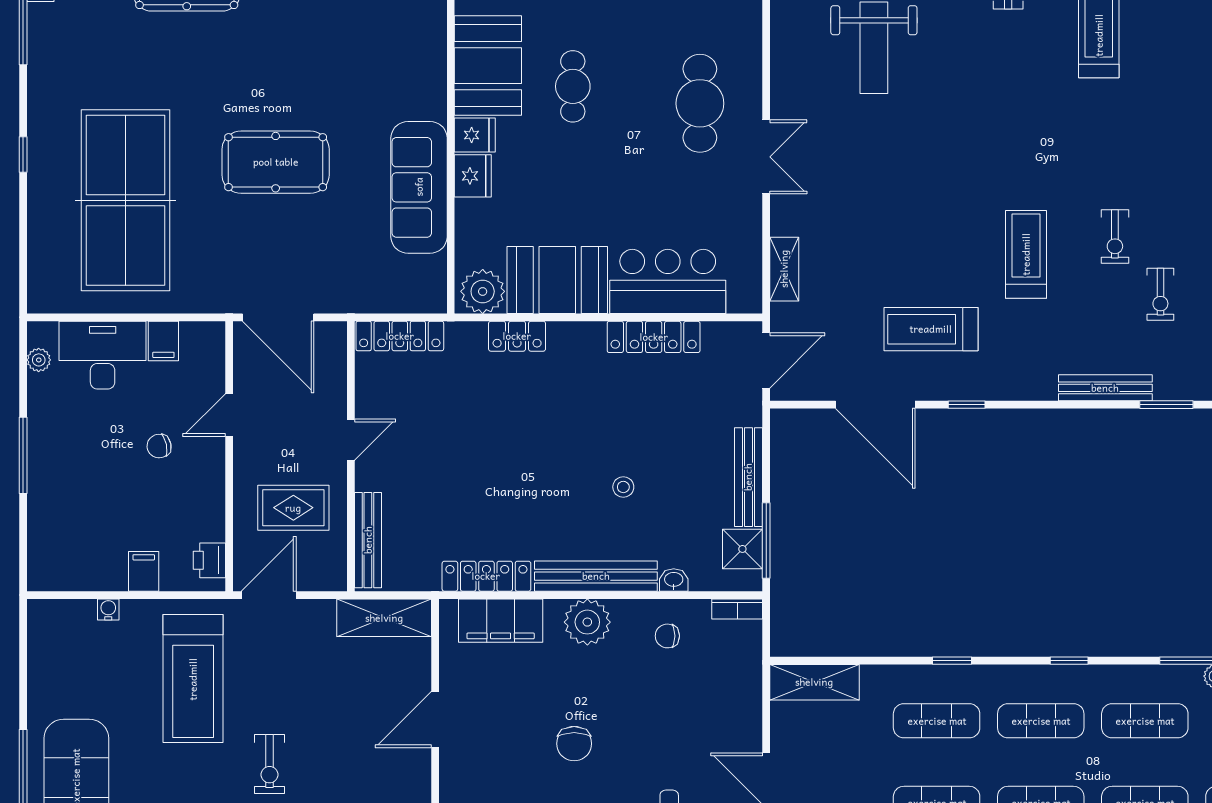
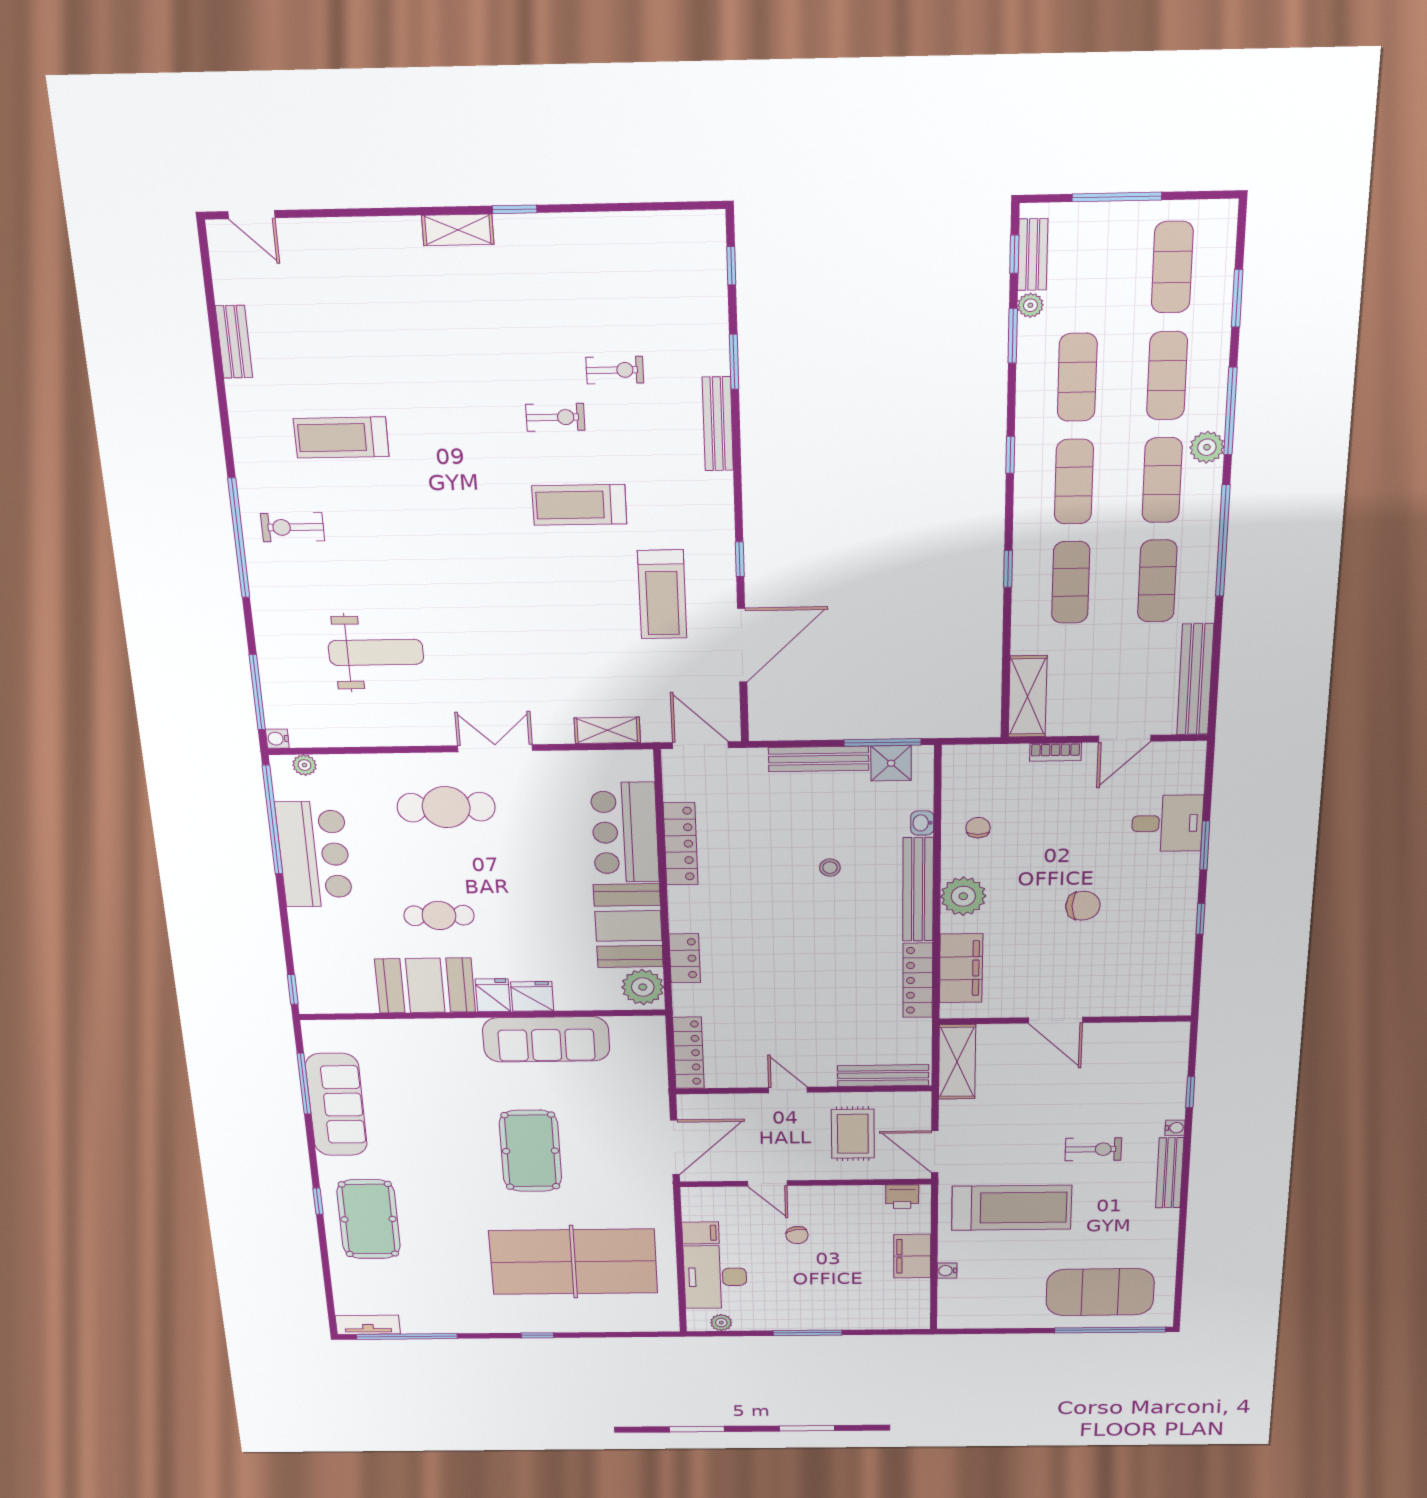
filing cabinet: (144, 571) -> (912, 1256), width x2.00
bookcase: (737, 609) -> (1055, 752), moved, turned 90
chair: (667, 636) -> (978, 828), turned 180

